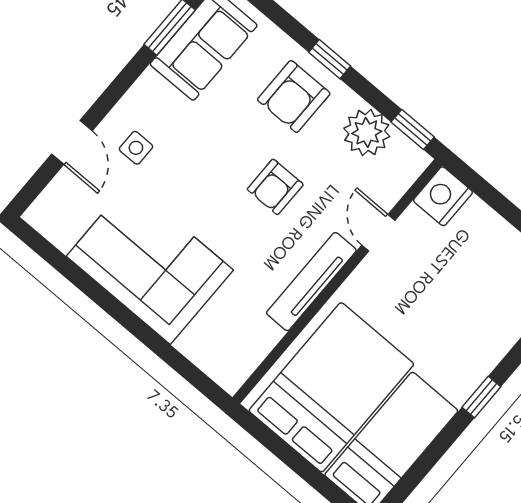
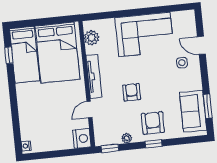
plant: (367, 132) -> (127, 138), width x0.53, depth x0.53
door: (378, 233) -> (89, 110), swing flipped
plant: (246, 352) -> (92, 38), added
window: (481, 397) -> (9, 55), moved

